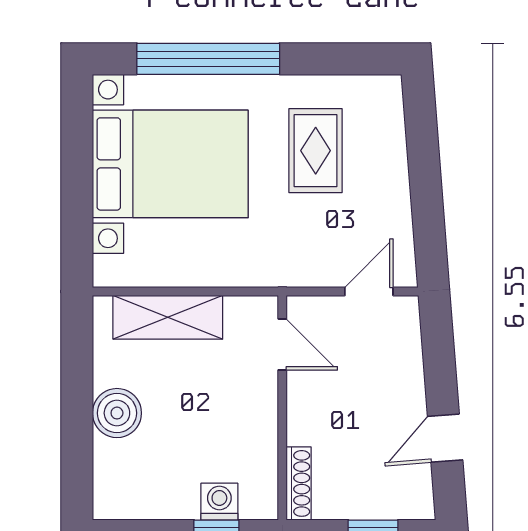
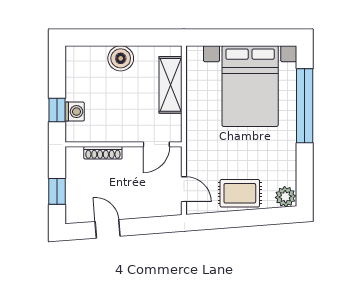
plant: (383, 96) -> (285, 197), added
rug: (316, 151) -> (240, 193), moved
shoe rack: (299, 483) -> (103, 153), moved

